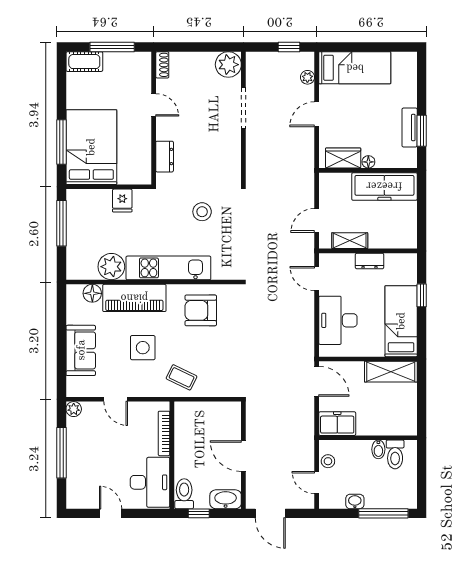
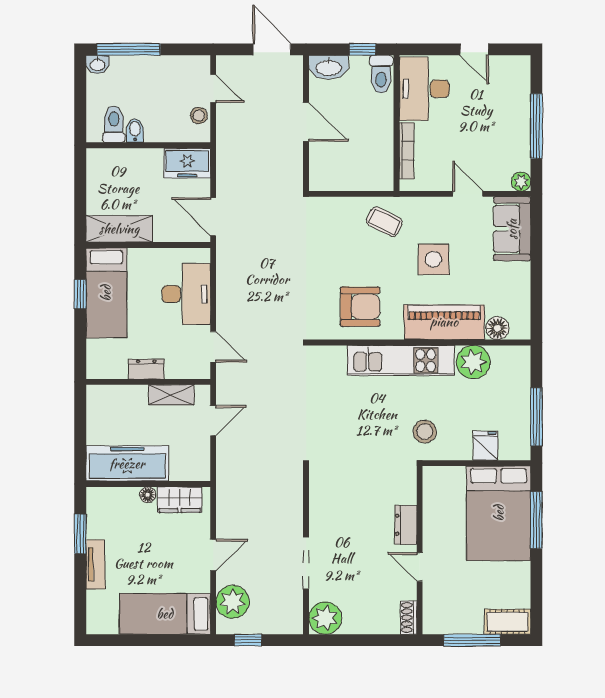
plant: (307, 77) -> (233, 602), width x1.87, depth x1.87
tv unit: (410, 127) -> (95, 564), moved
dresser: (165, 157) -> (406, 525), moved
fridge: (122, 201) -> (486, 446), moved
stool: (202, 212) -> (425, 432), moved
window: (422, 295) -> (80, 294), moved
sofa: (81, 350) -> (512, 229), moved
washbasin: (355, 502) -> (97, 64), moved

